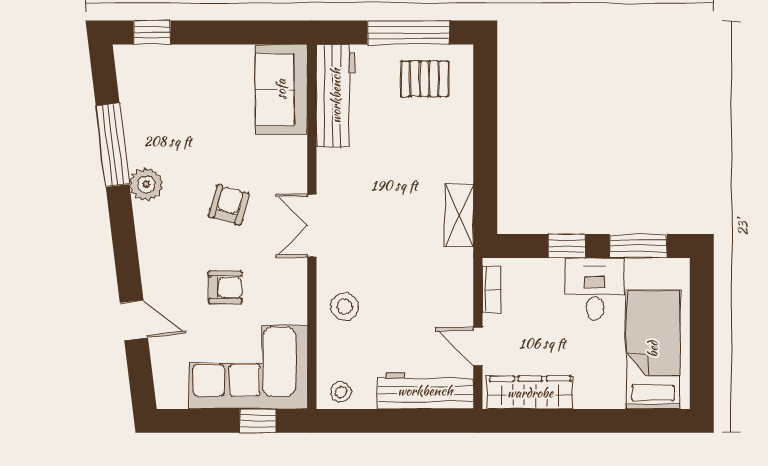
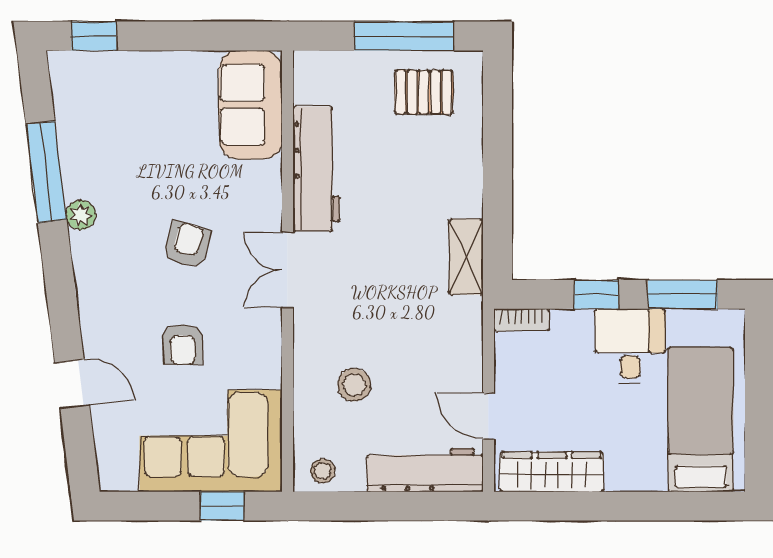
workbench: (336, 96) -> (316, 169), moved
plant: (146, 184) -> (81, 215), width x0.73, depth x0.73
armchair: (225, 287) -> (183, 344), turned 90
bookcase: (491, 290) -> (522, 320), moved, turned 90
stool: (345, 306) -> (354, 385), moved

